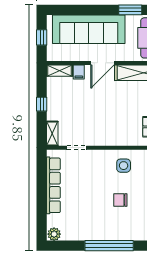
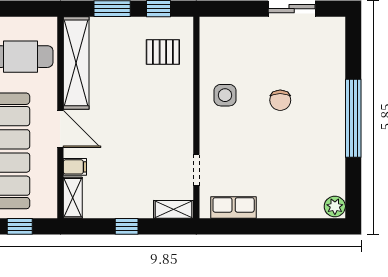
row of seats: (53, 185) -> (234, 208), width x0.50

